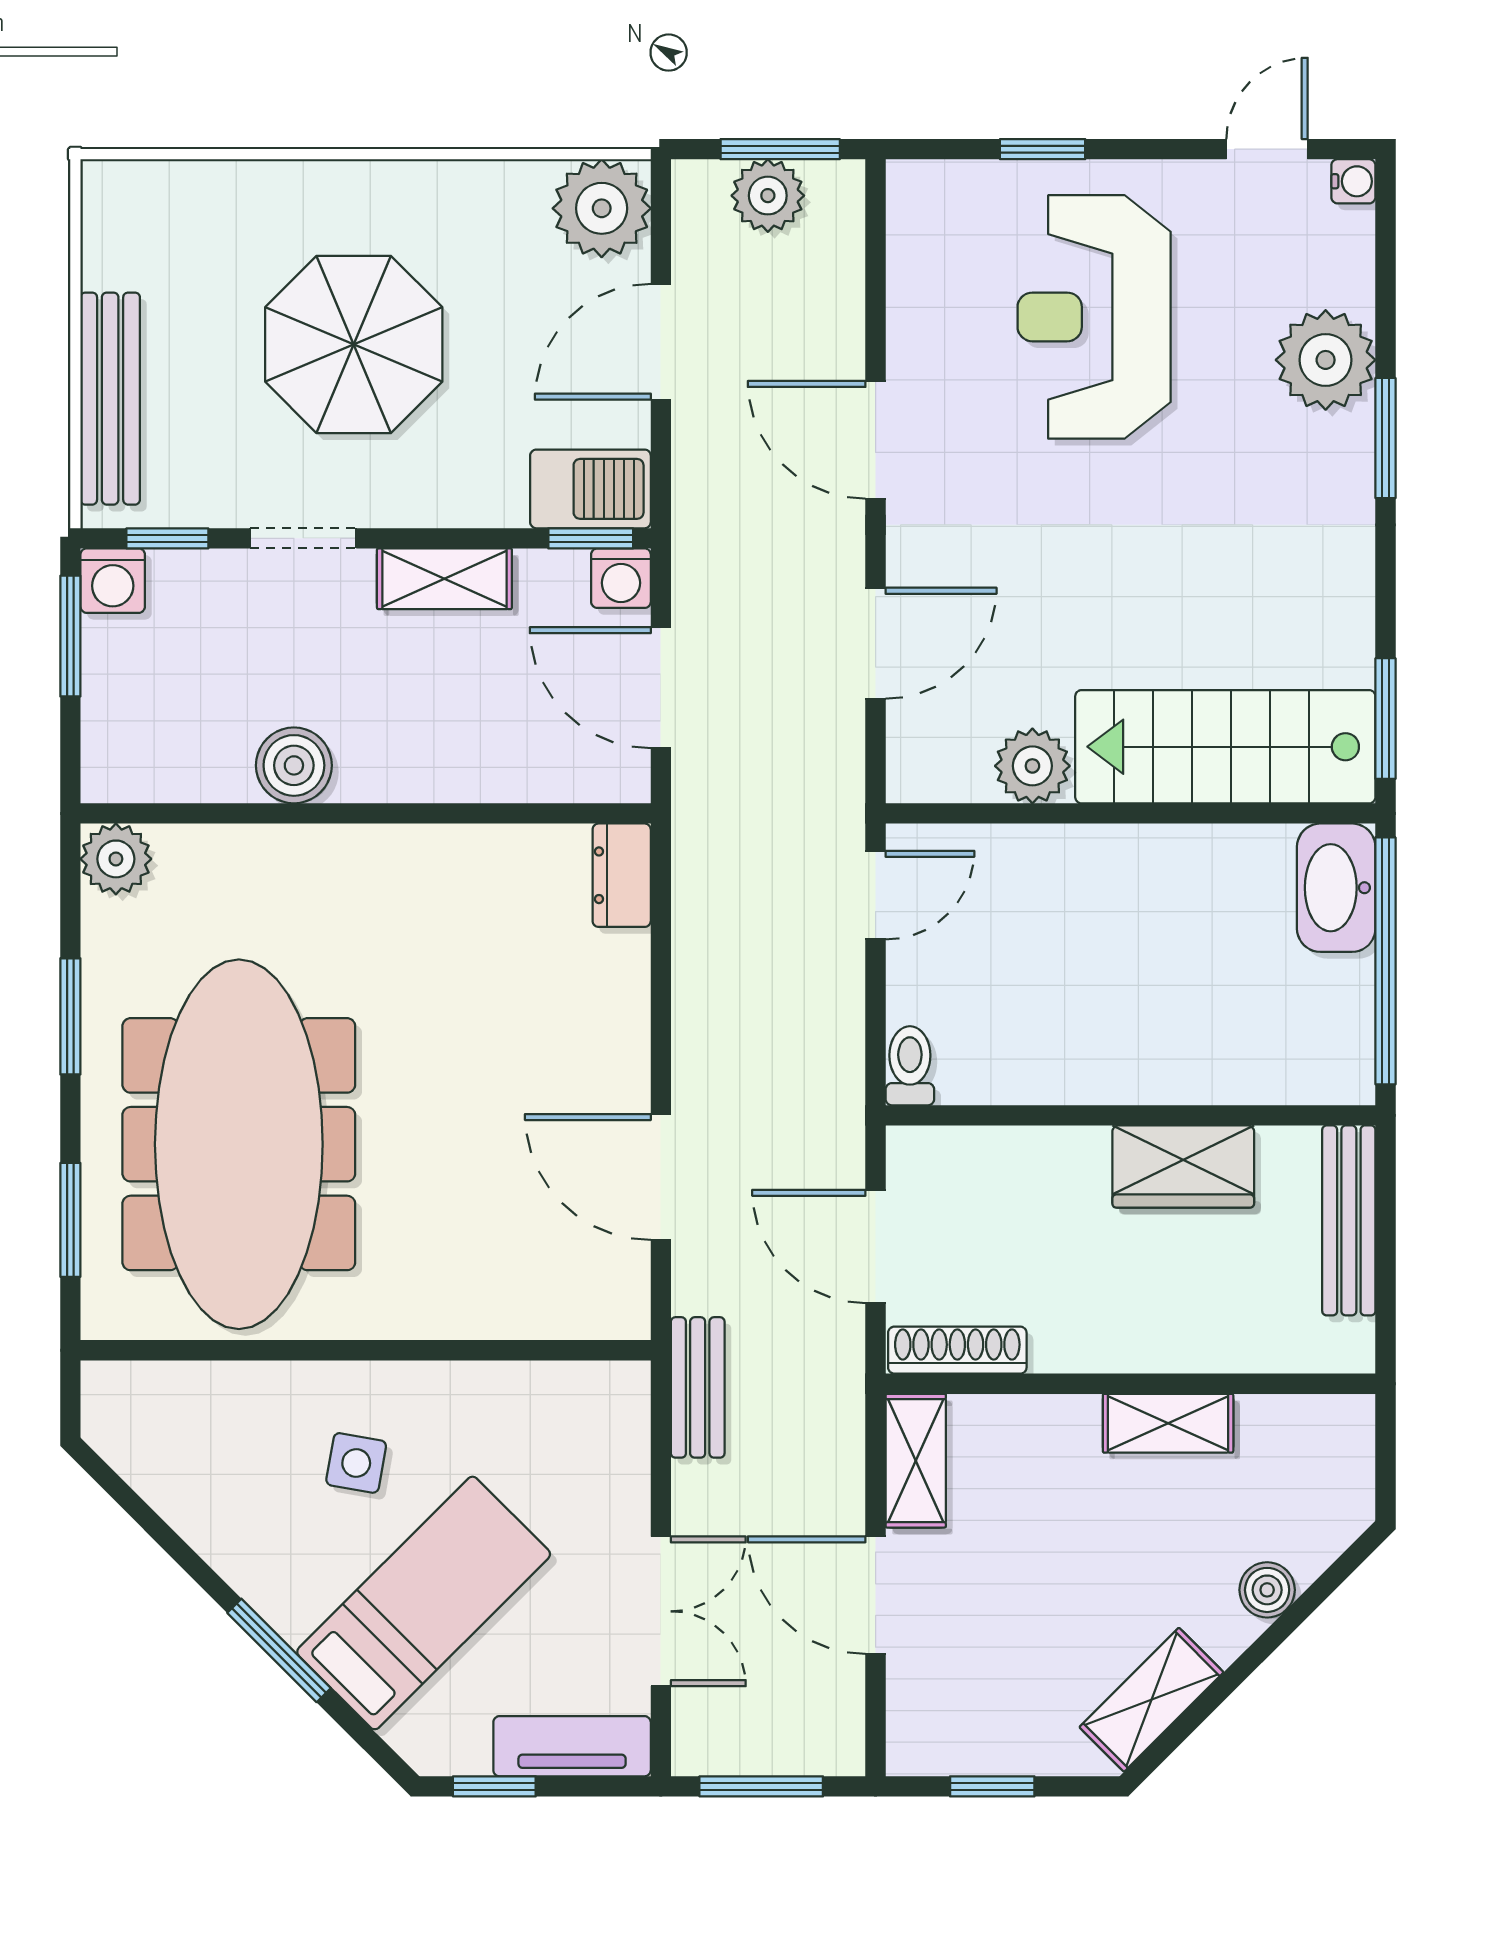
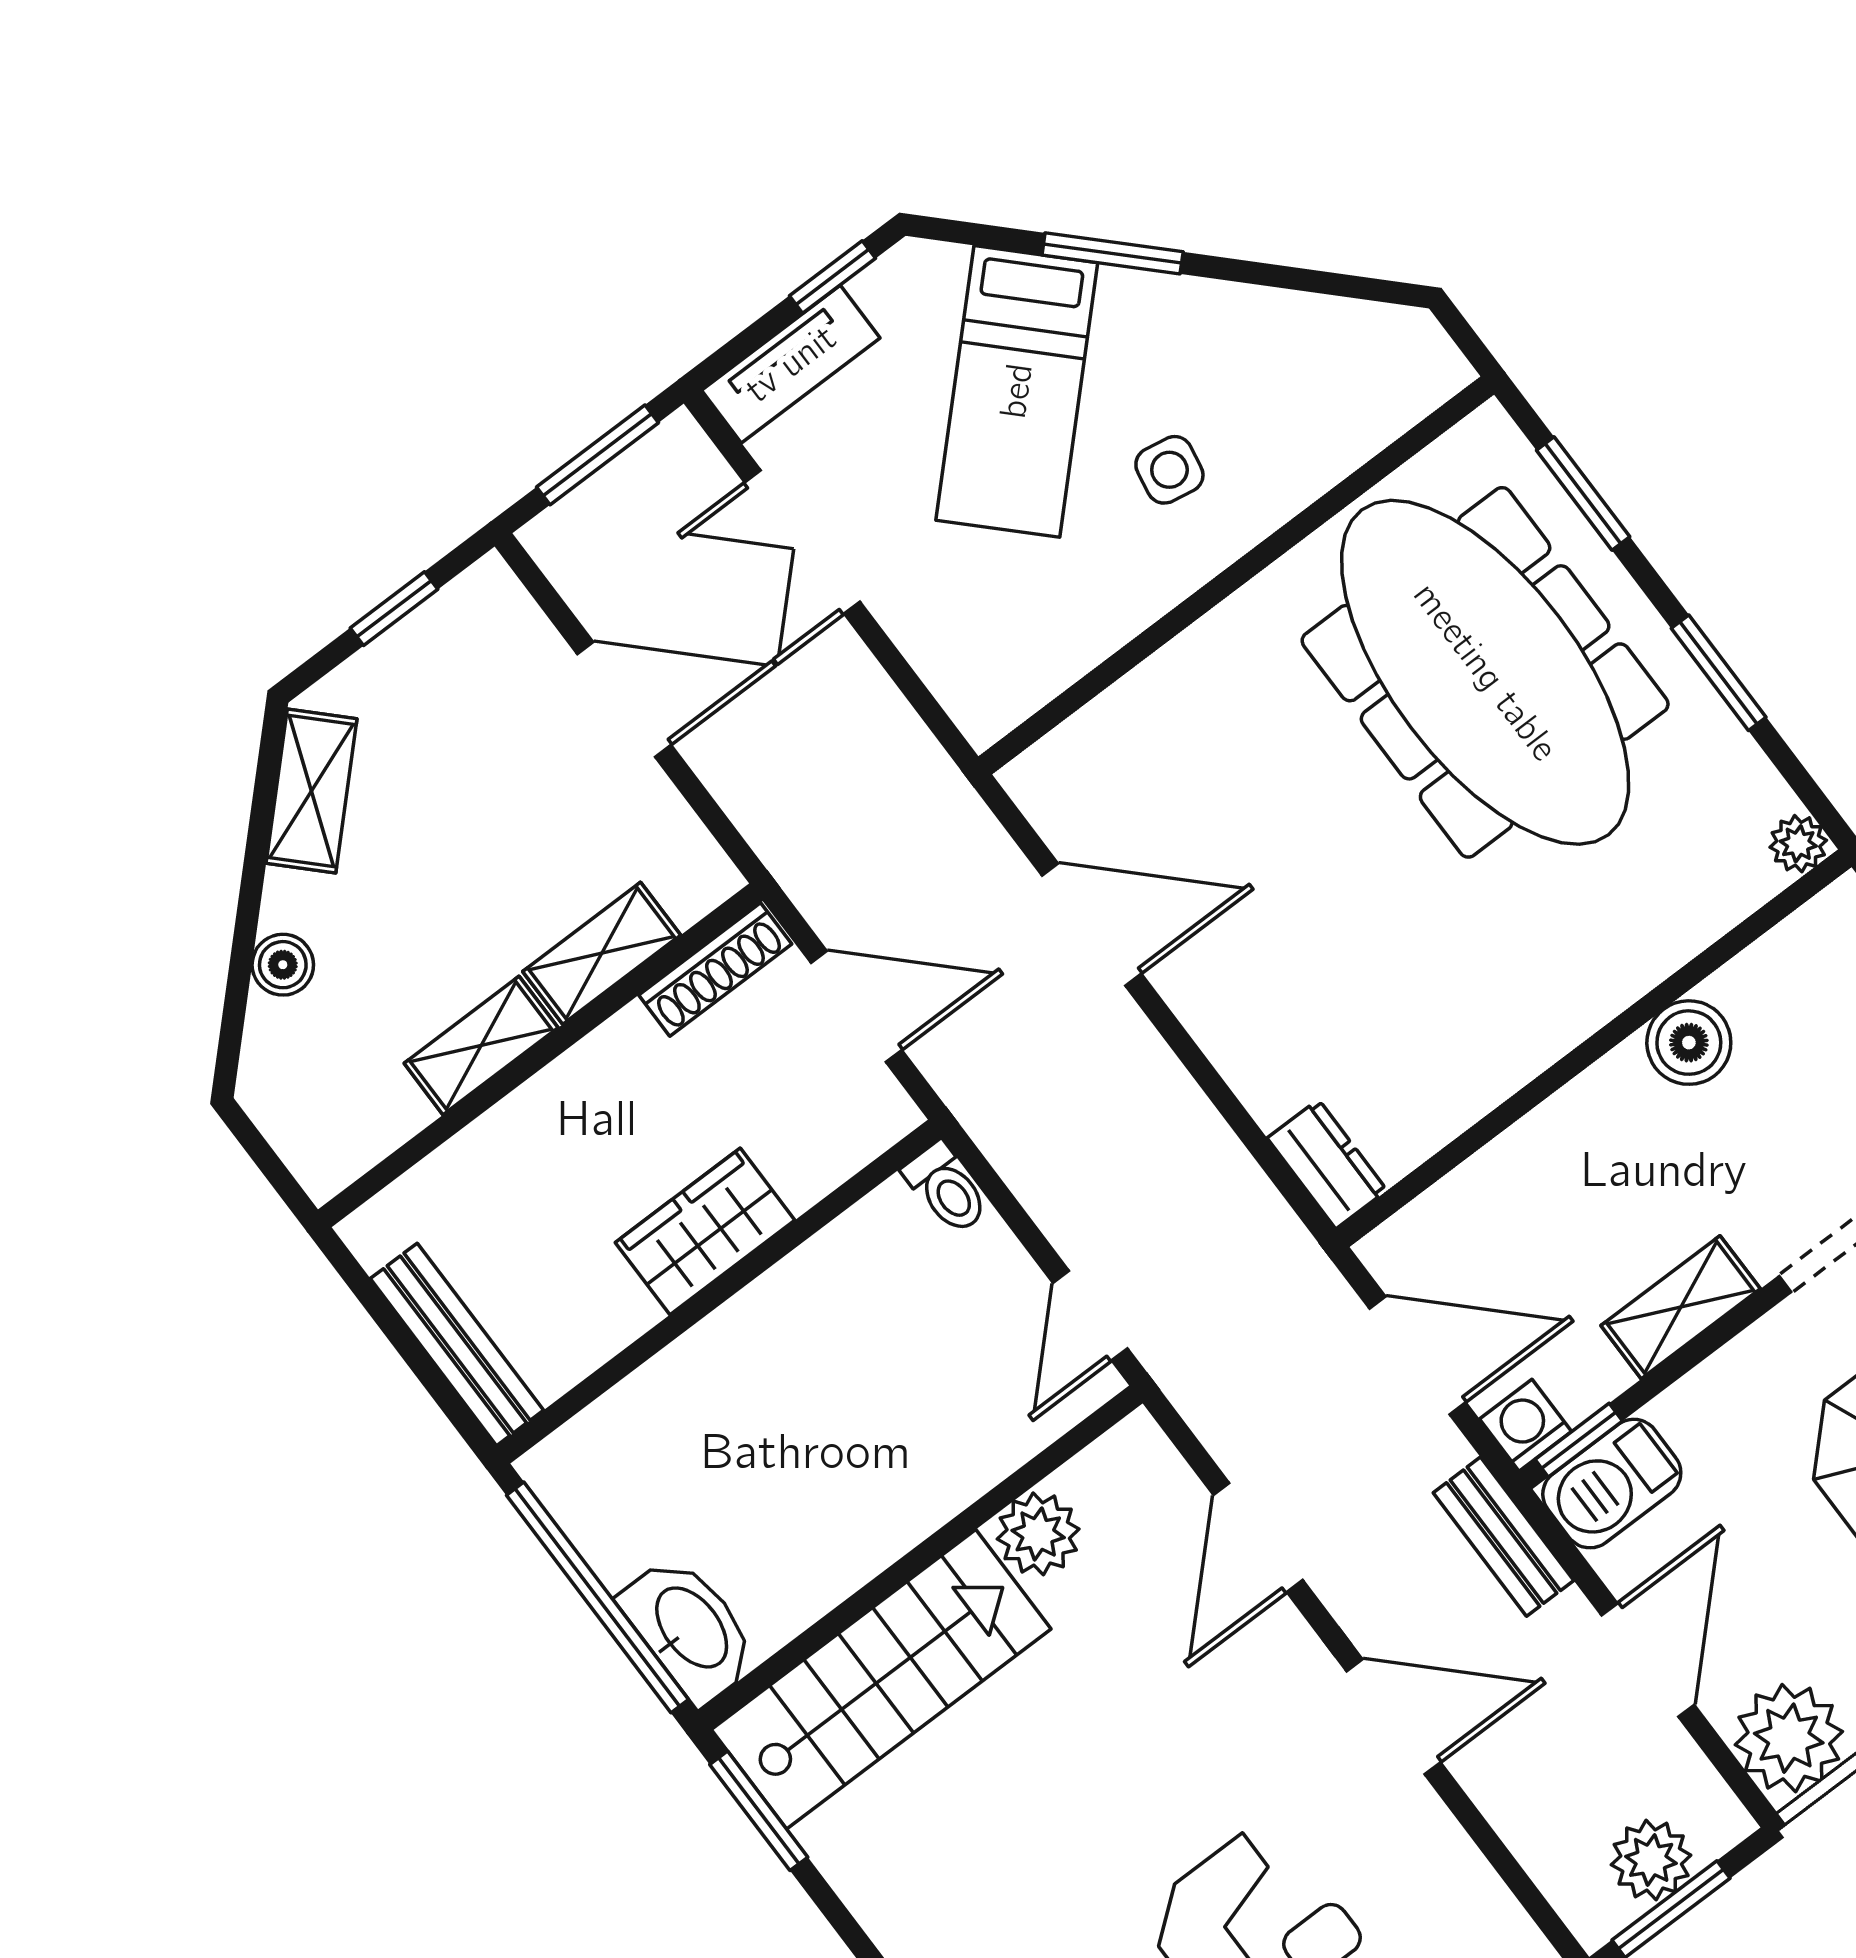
plant: (116, 859) -> (1798, 844), width x0.73, depth x0.73
wardrobe: (1183, 1167) -> (705, 1231), moved
bench: (698, 1387) -> (1504, 1537), moved
shelving: (916, 1461) -> (602, 953), moved, turned 90

